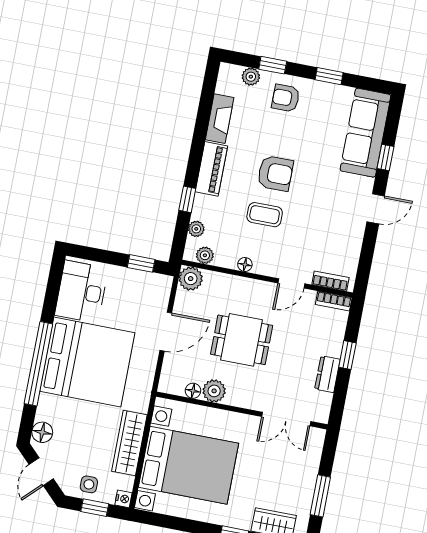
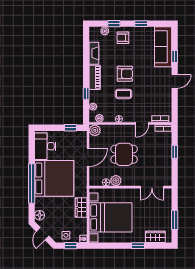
dresser: (327, 374) -> (167, 163), removed
wardrobe: (129, 443) -> (81, 207), width x0.67

